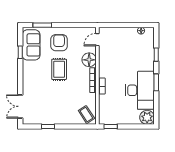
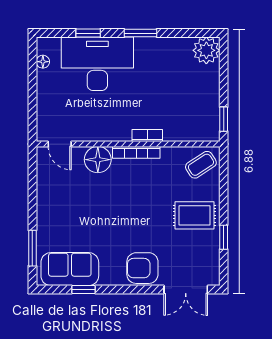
armchair: (59, 43) -> (142, 268), moved
rug: (59, 69) -> (194, 215), moved
desk: (140, 90) -> (97, 64), moved

